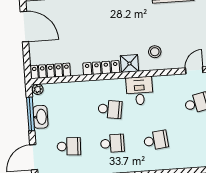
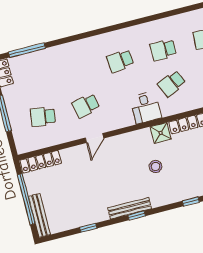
stool: (155, 52) -> (156, 166), moved
school desk: (110, 109) -> (172, 84), turned -33

